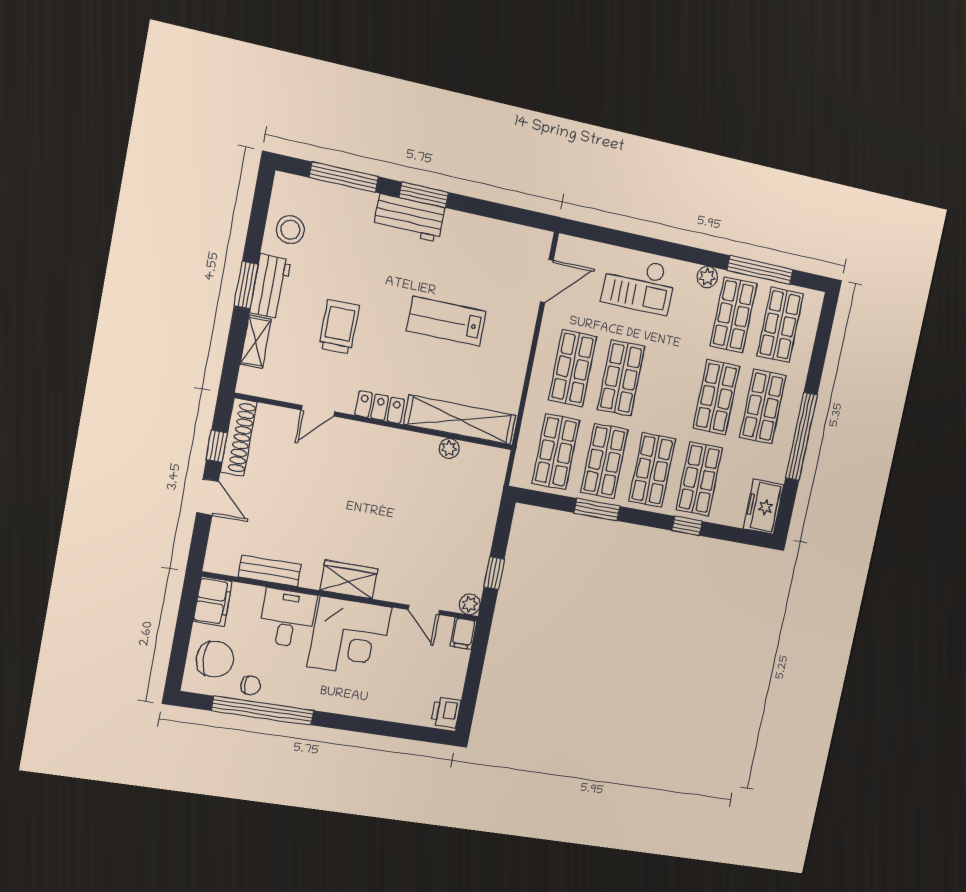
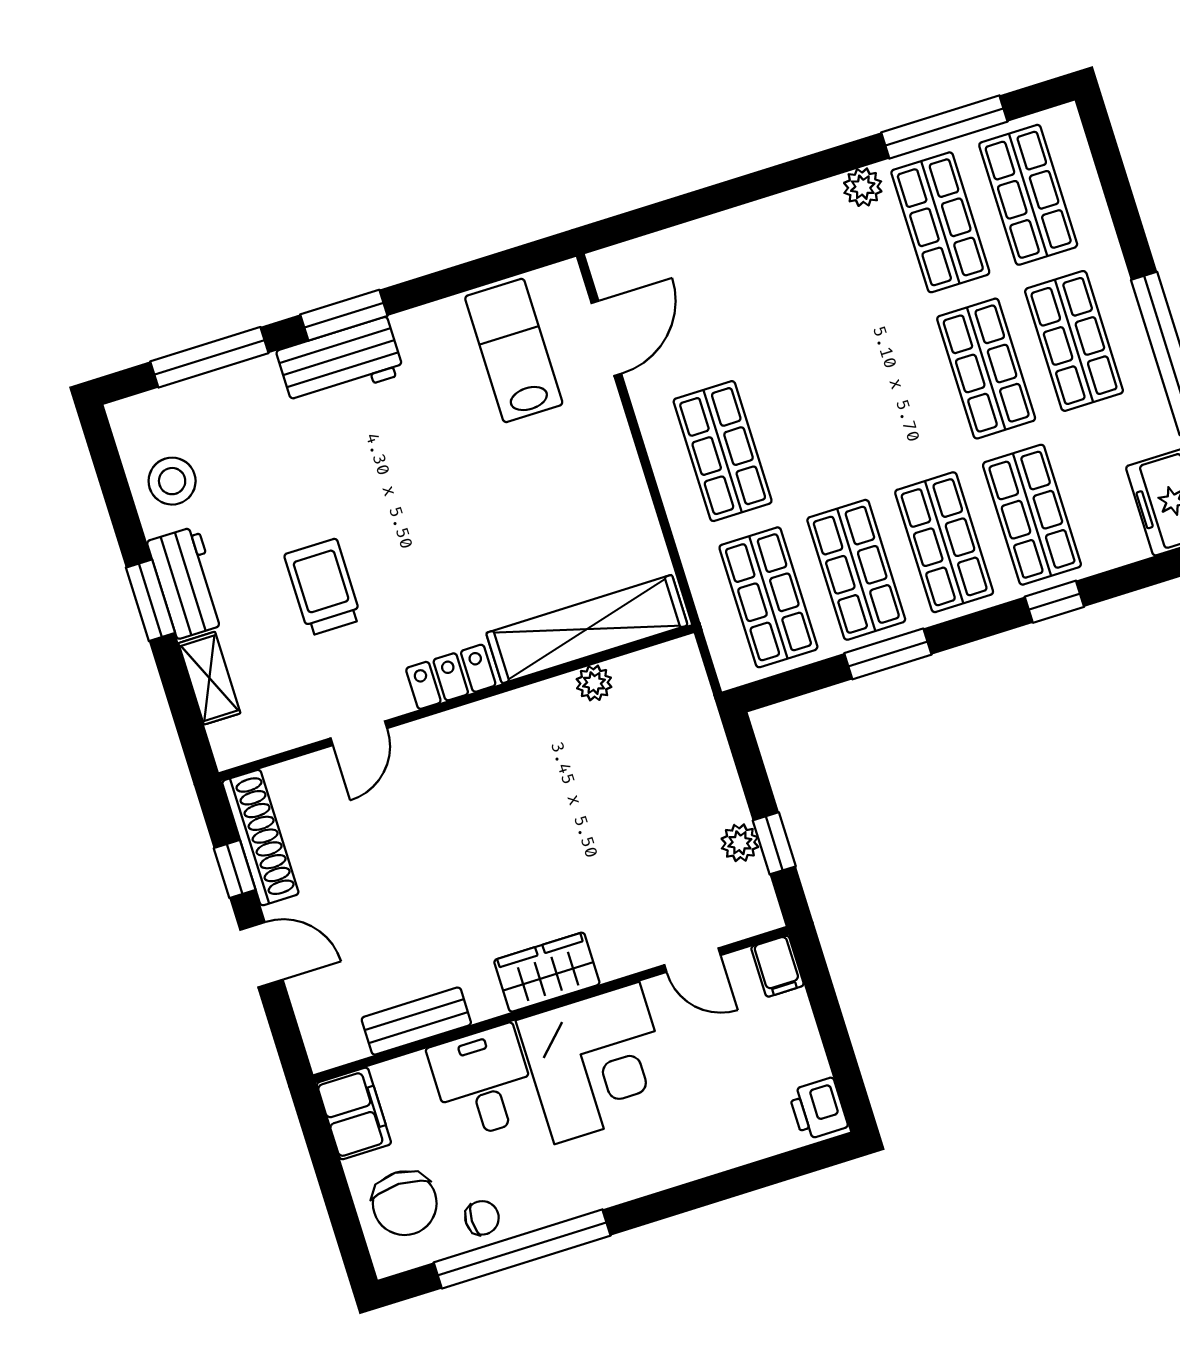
checkout: (639, 285) -> (757, 262), removed
lab bench: (446, 321) -> (514, 350), moved, turned 90
shop shelf: (621, 378) -> (810, 424), removed
plant: (470, 604) -> (740, 843), moved
chair: (215, 659) -> (405, 1203), turned 92

